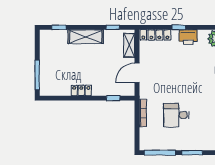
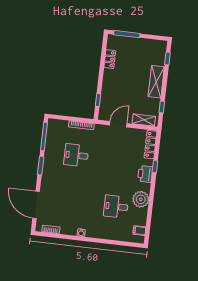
door: (137, 73) -> (118, 124), hinge flipped
locker: (81, 90) -> (110, 59), moved
desk: (176, 115) -> (76, 155), turned -90

